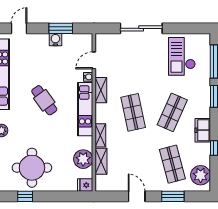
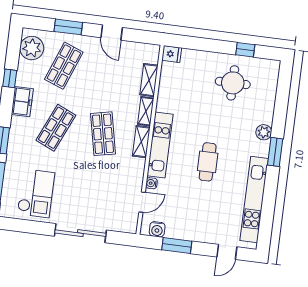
water cooler: (55, 40) -> (157, 229), moved
shelving: (101, 90) -> (141, 142), moved
cafe table: (44, 100) -> (208, 162), turned 36
plant: (83, 159) -> (170, 85), removed
shop shelf: (172, 164) -> (64, 66), turned 36
round table: (32, 168) -> (233, 83), width x0.73, depth x0.73

